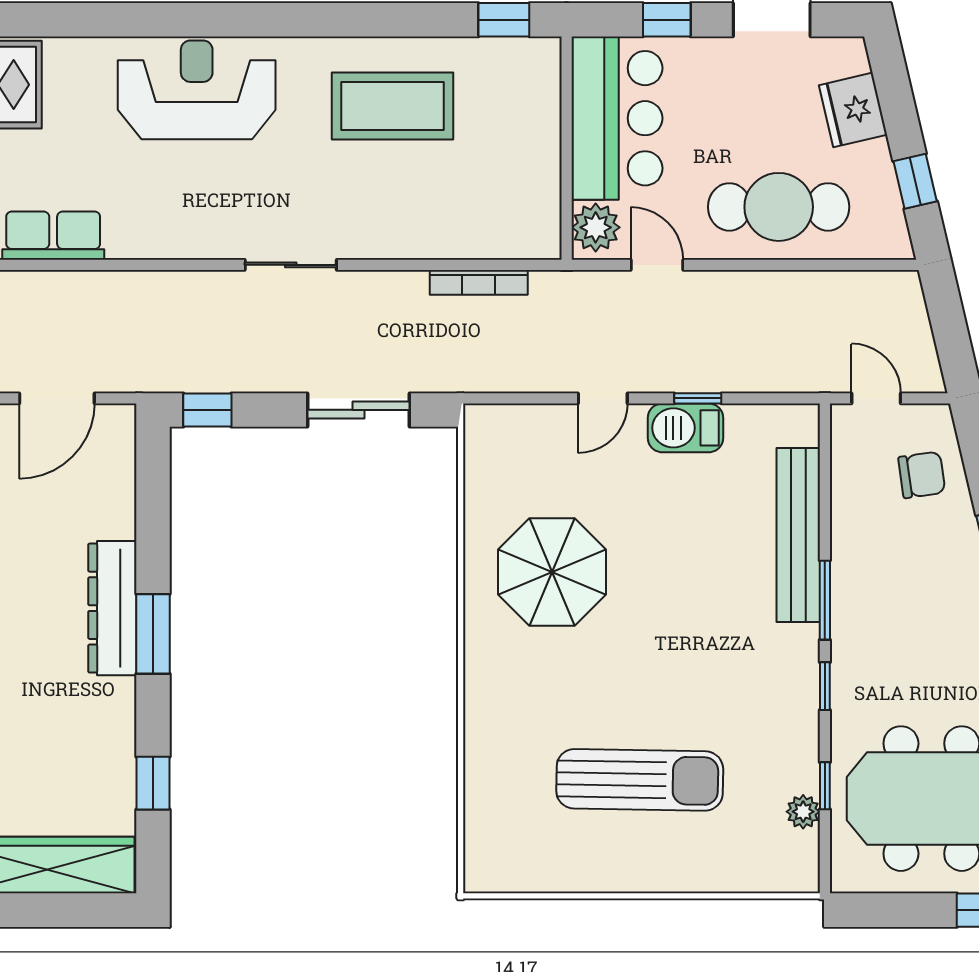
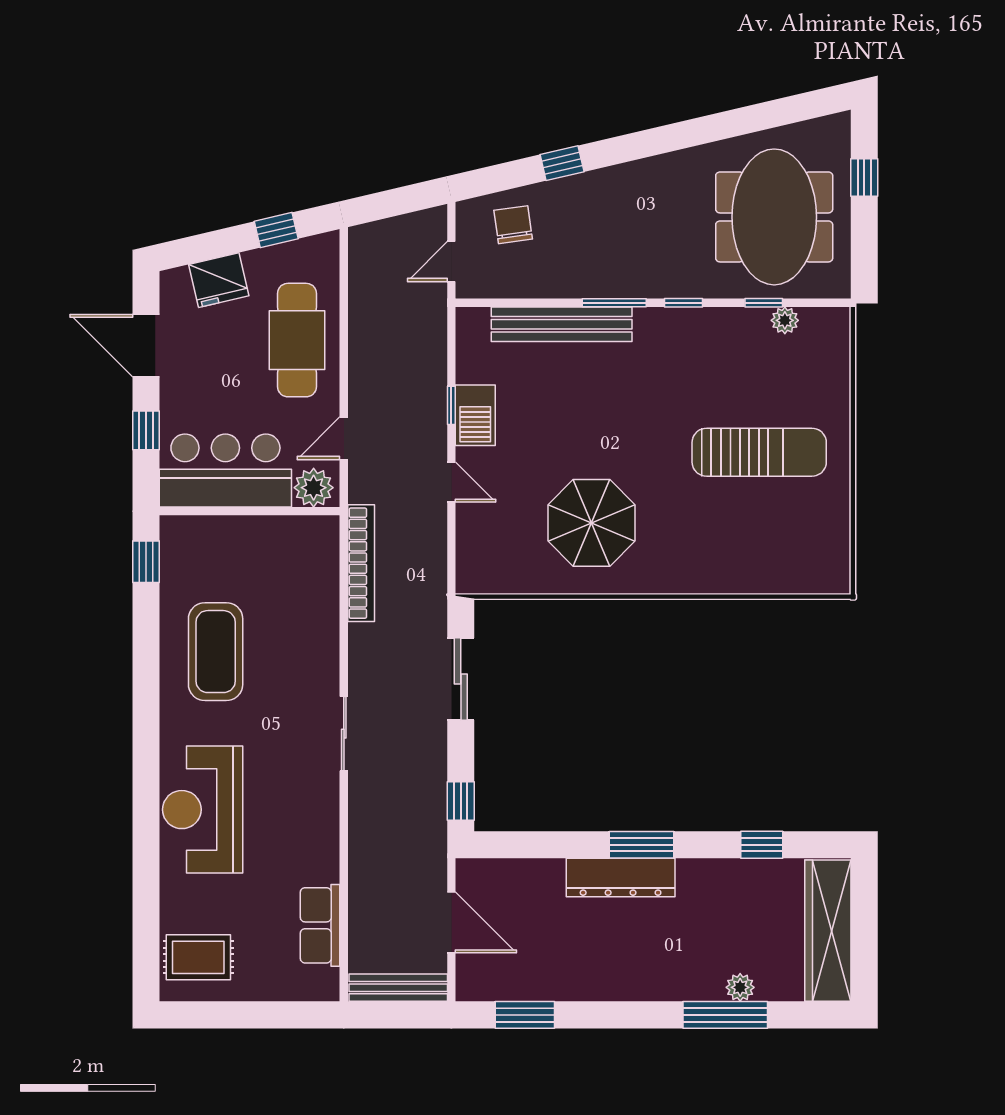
bookcase: (479, 282) -> (361, 563), width x1.48, depth x1.31
sun lounger: (640, 780) -> (759, 452), turned 89

